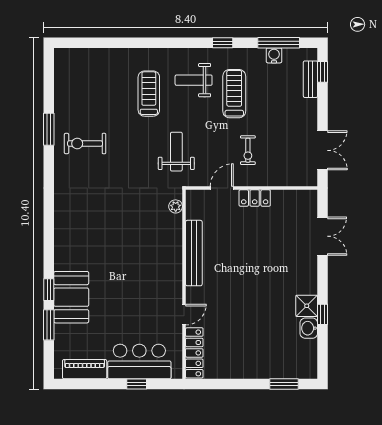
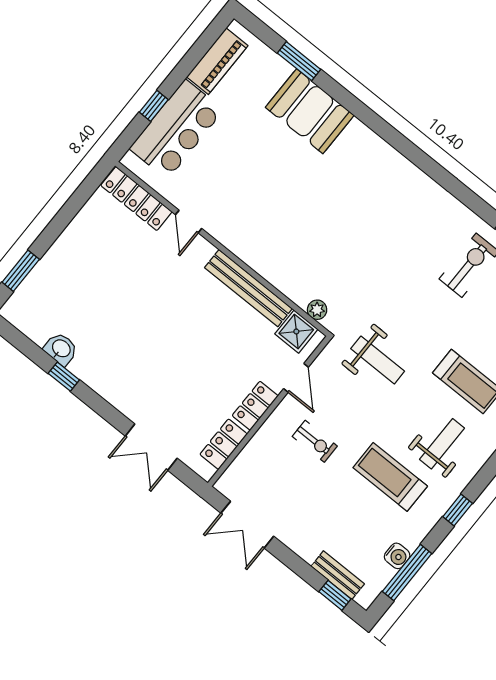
treadmill: (234, 94) -> (390, 477), turned 180
exercise bike: (248, 150) -> (315, 441), turned 180
locker: (289, 198) -> (224, 444), added
window: (49, 290) -> (338, 93), removed
shower: (307, 306) -> (296, 332), moved

